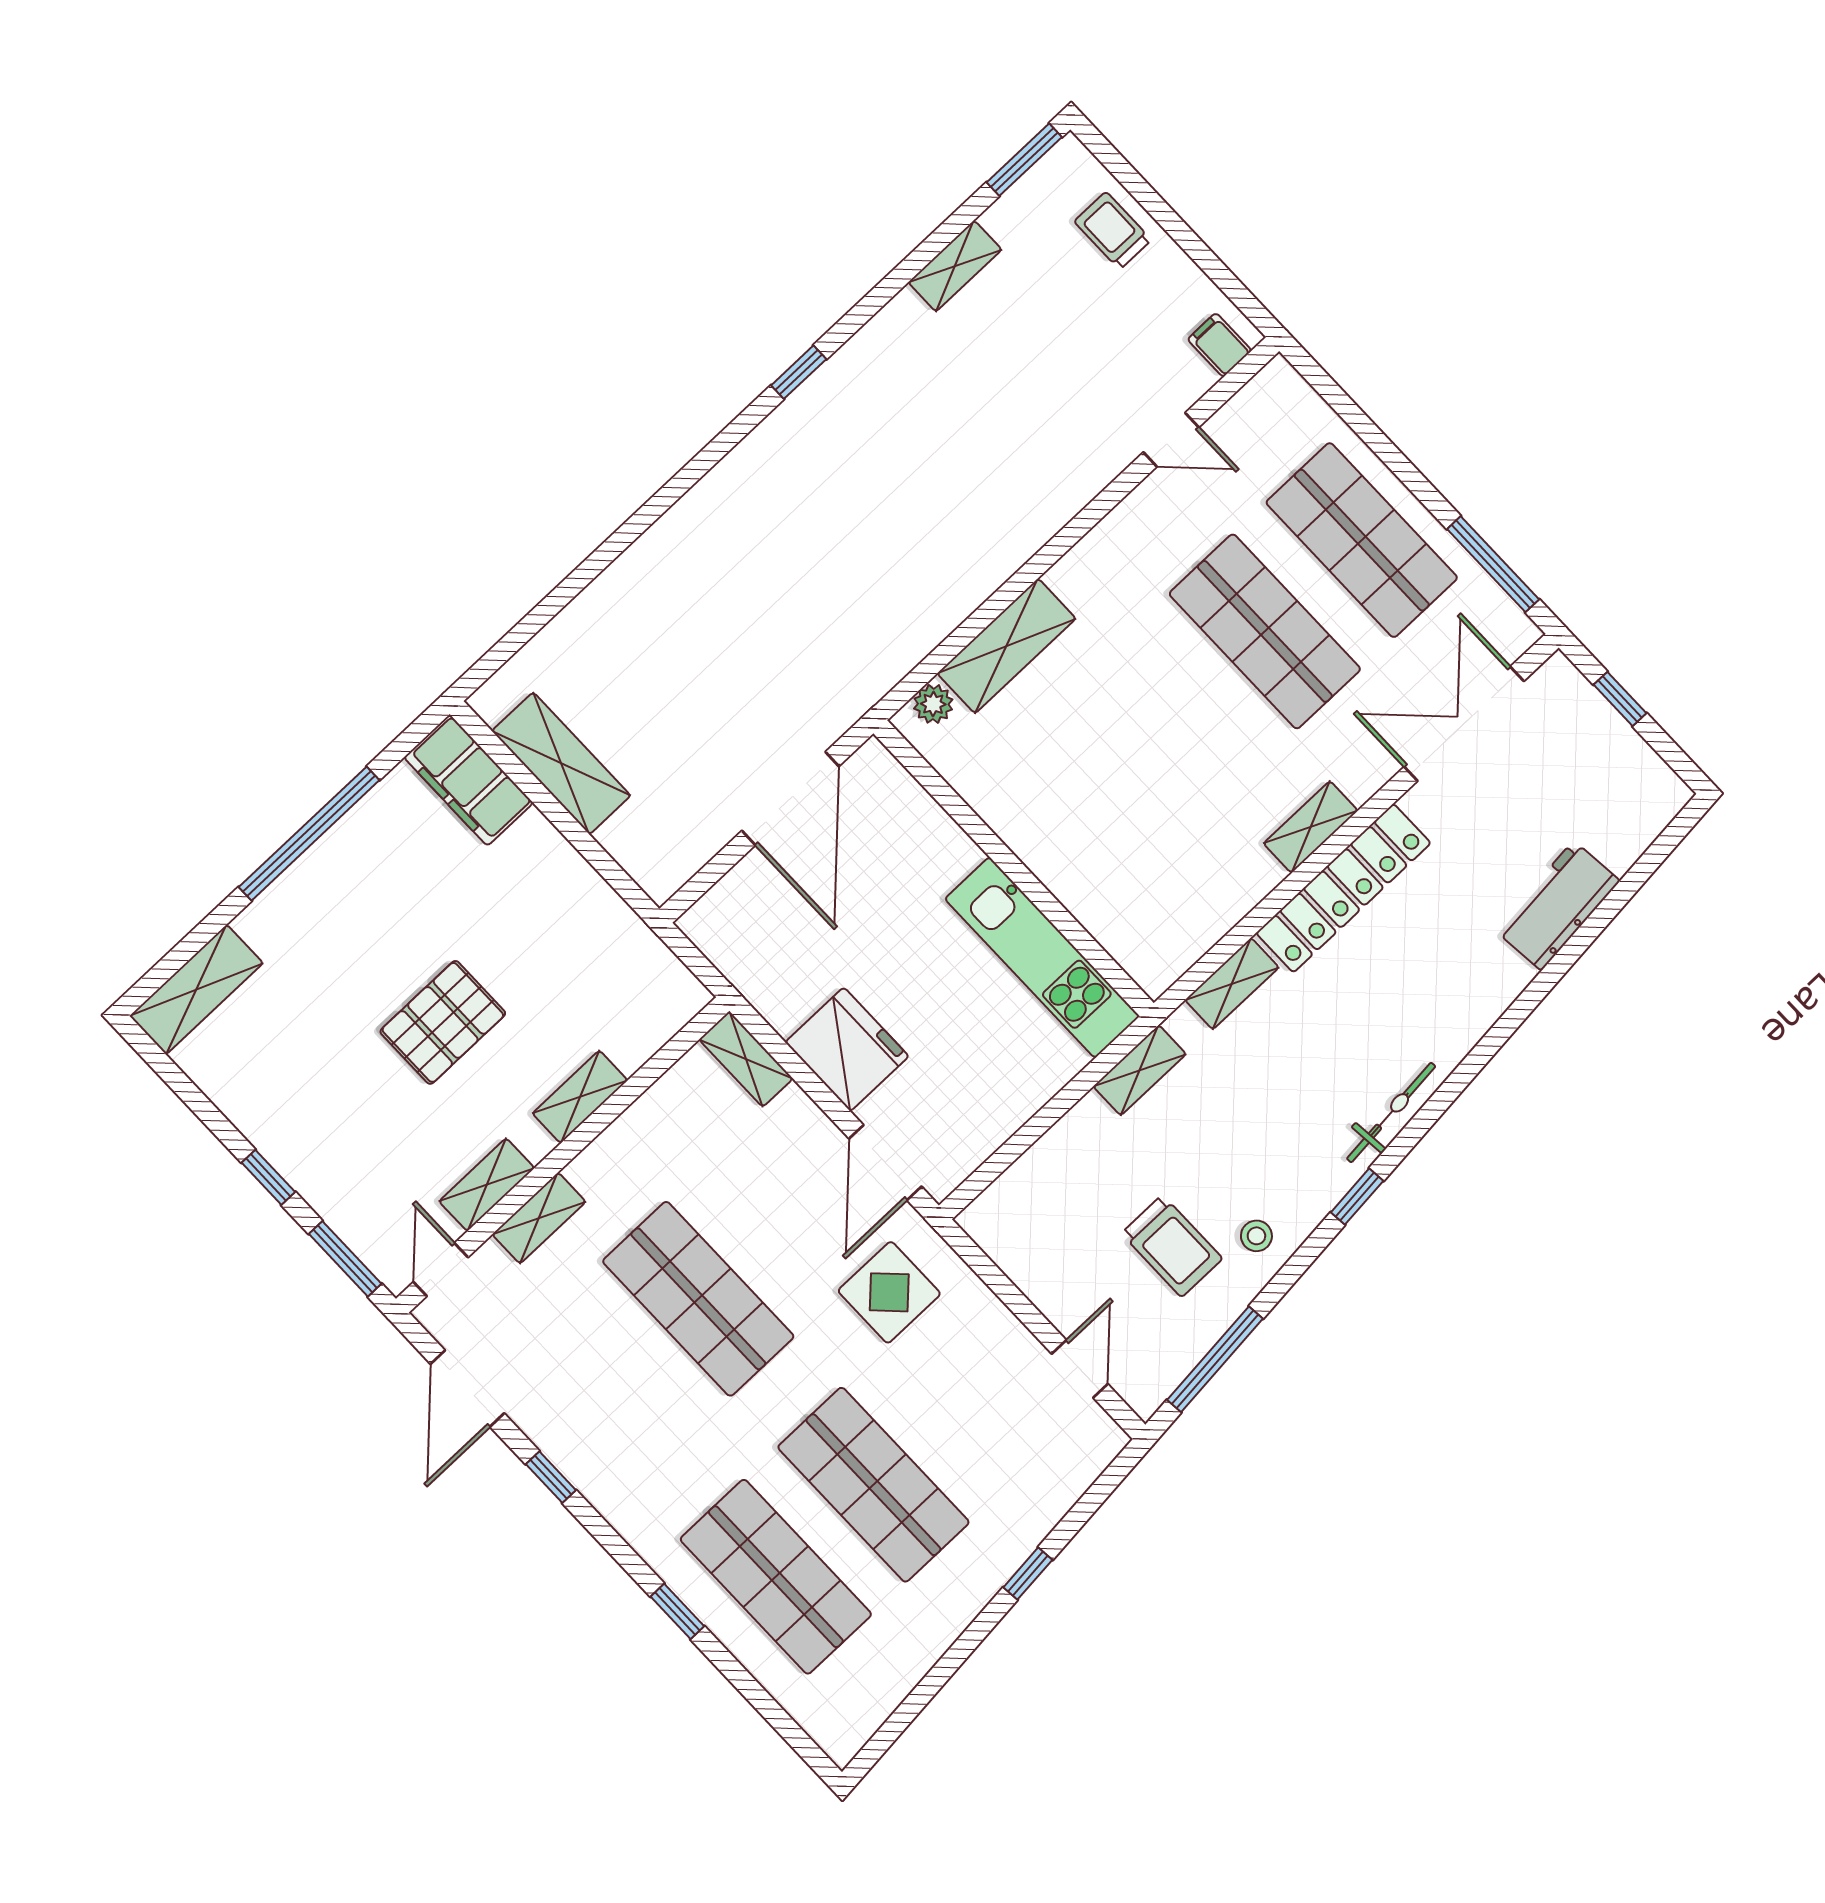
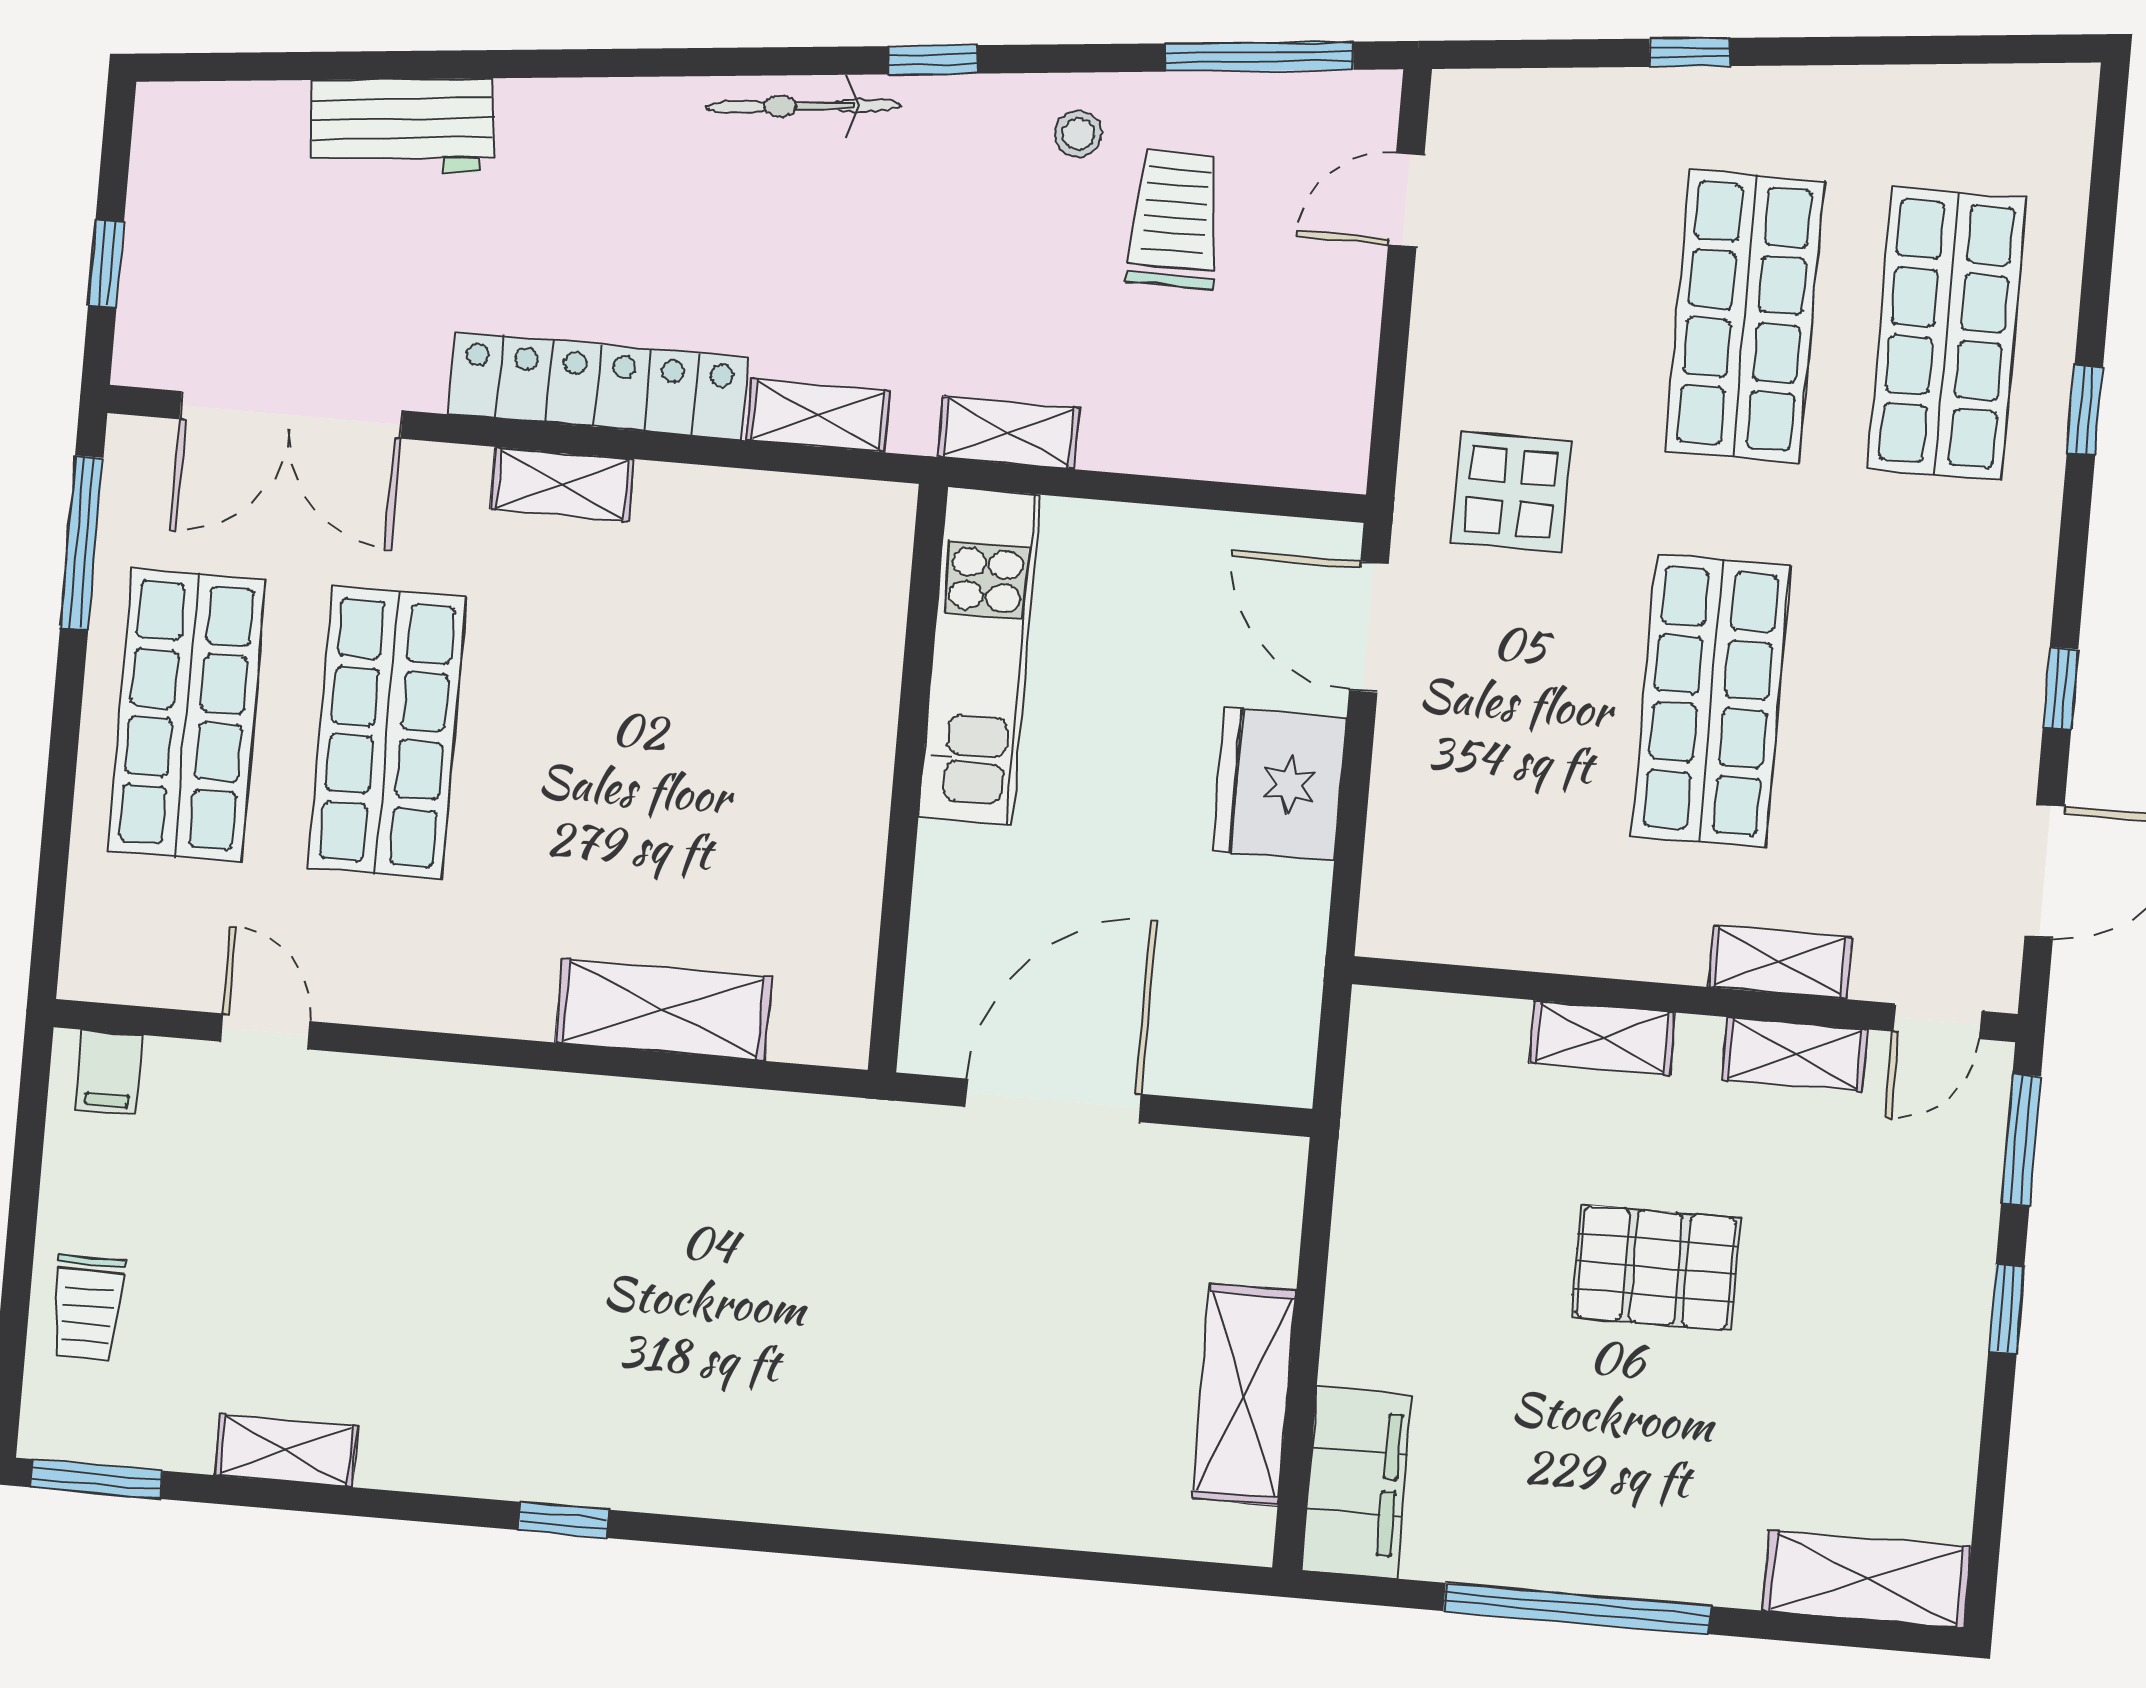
plant: (933, 704) -> (803, 1034), removed
shelving: (746, 1059) -> (1392, 888), removed
door: (885, 1163) -> (1369, 627), swing flipped

